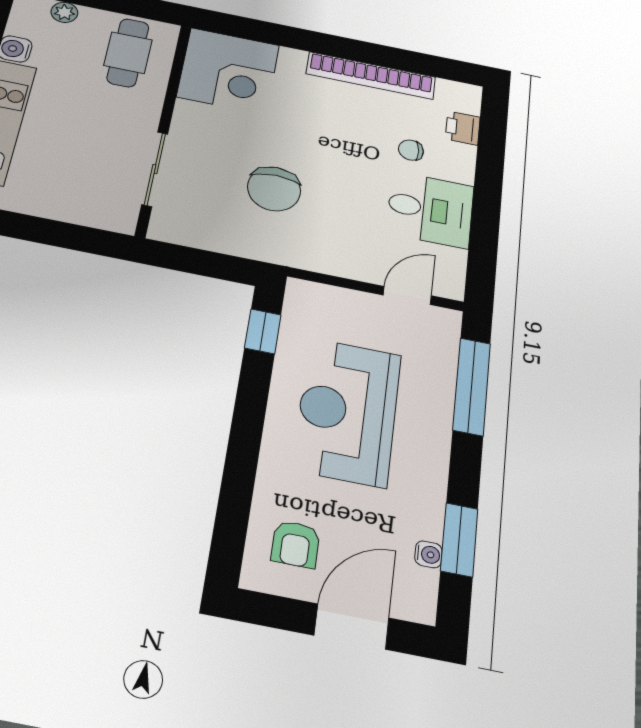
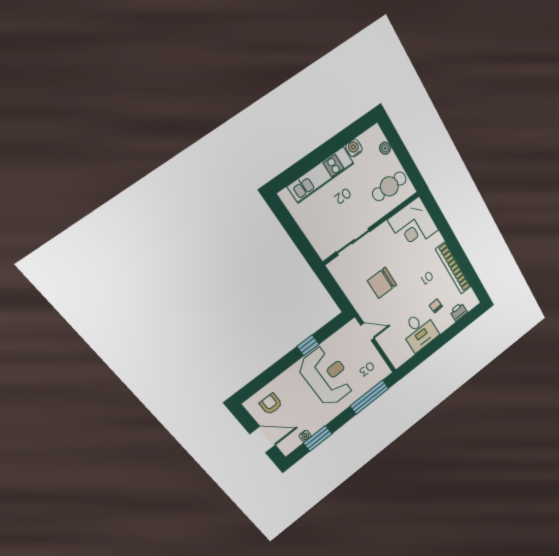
door: (407, 295) -> (367, 332), moved
window: (263, 331) -> (308, 345), moved
reception desk: (347, 411) -> (327, 376), turned 90
armchair: (295, 544) -> (271, 404), turned 90

